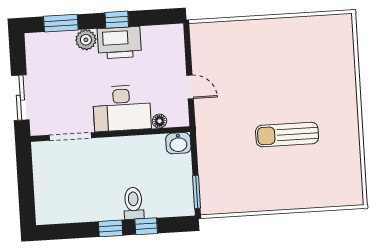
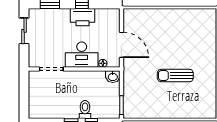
plant: (86, 40) -> (64, 14), removed
door: (190, 87) -> (121, 45), width x1.88
sliding door: (20, 98) -> (24, 31), moved

